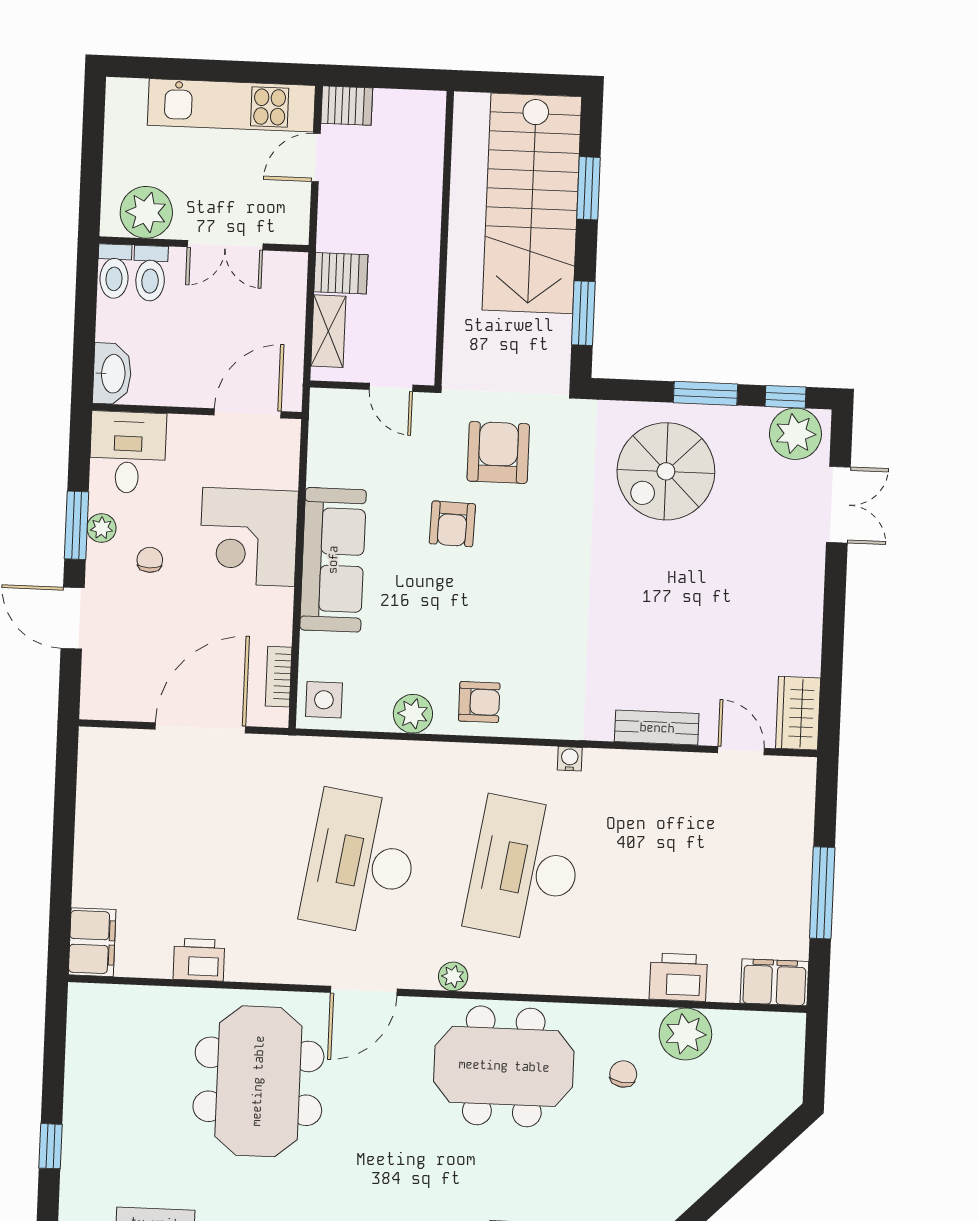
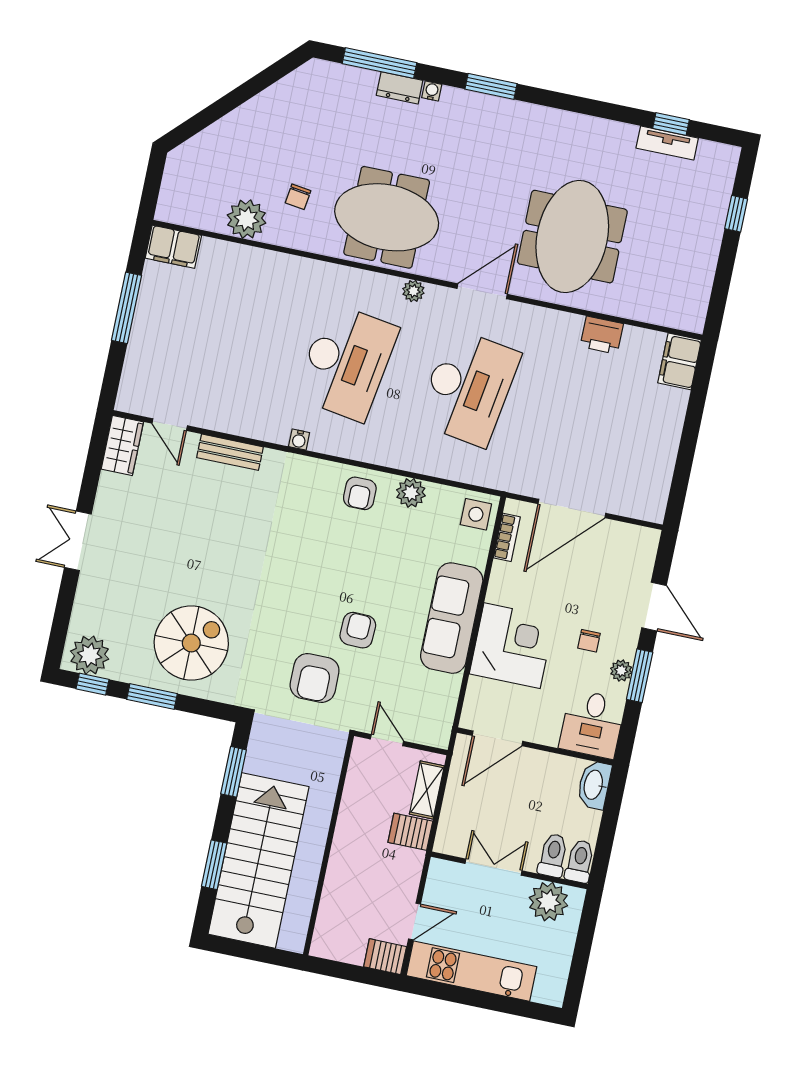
double door: (838, 505) -> (78, 541), moved
armchair: (479, 702) -> (360, 493), turned -90
printer: (678, 977) -> (245, 263), removed

